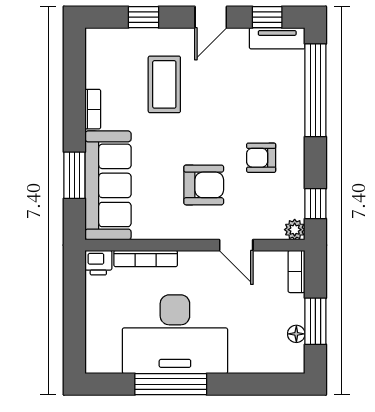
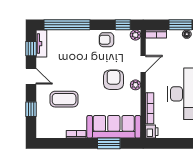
armchair: (261, 158) -> (106, 40), moved, turned 90
plant: (193, 230) -> (136, 85), added

